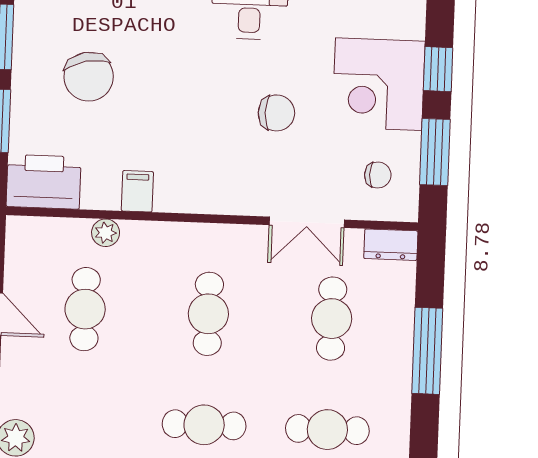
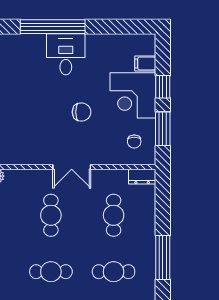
chair: (378, 175) -> (134, 142), turned 90
filing cabinet: (137, 191) -> (145, 64), moved, turned -90
double door: (307, 222) -> (72, 167), moved
window: (427, 351) -> (163, 258), moved

